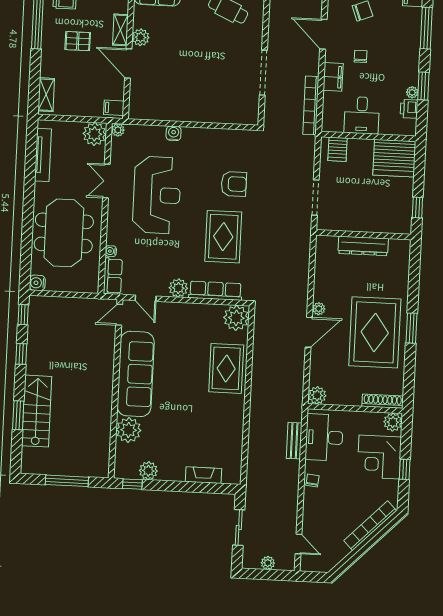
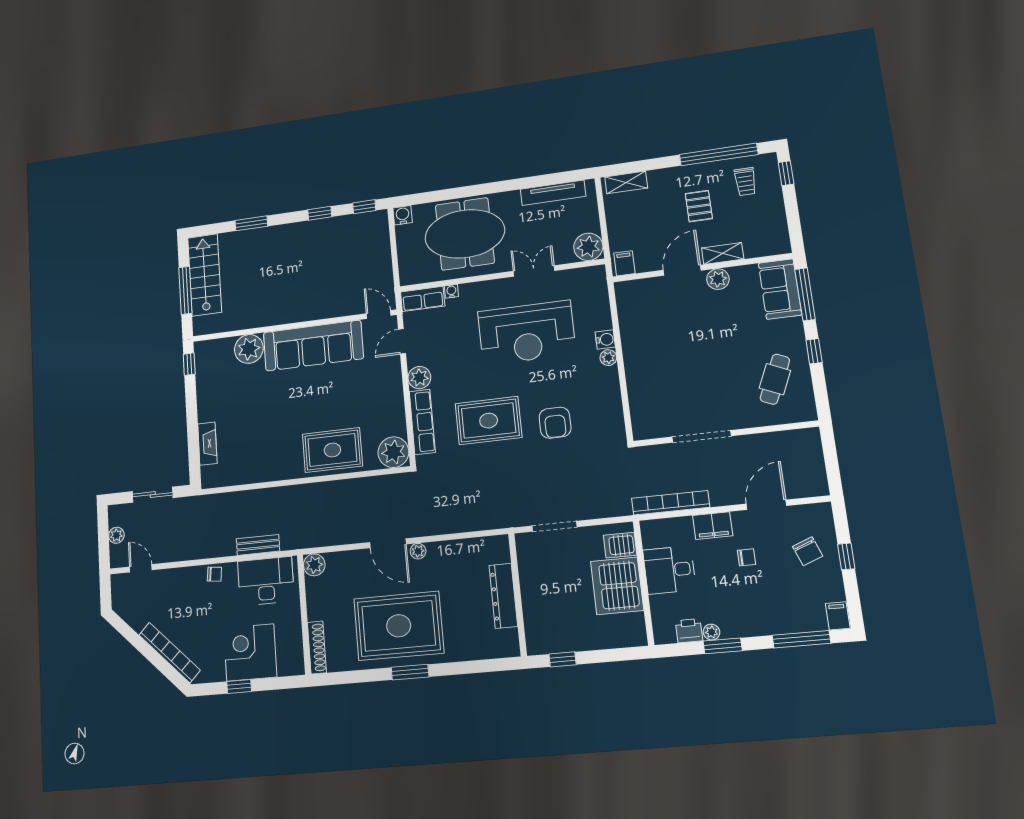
plant: (118, 130) -> (608, 358), moved
server rack: (394, 158) -> (617, 586), moved
stairs: (37, 411) -> (205, 275), moved, turned -90
plant: (393, 422) -> (293, 664), removed
plant: (148, 471) -> (206, 380), removed
door: (298, 544) -> (141, 568), swing flipped

